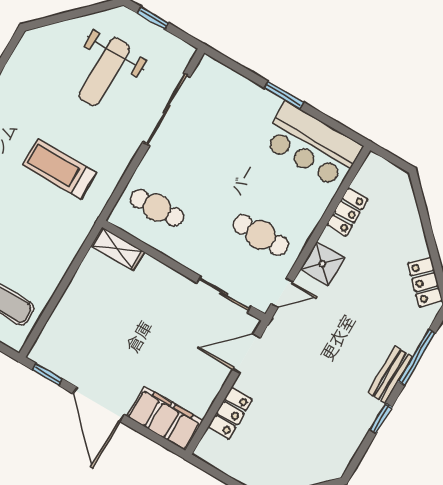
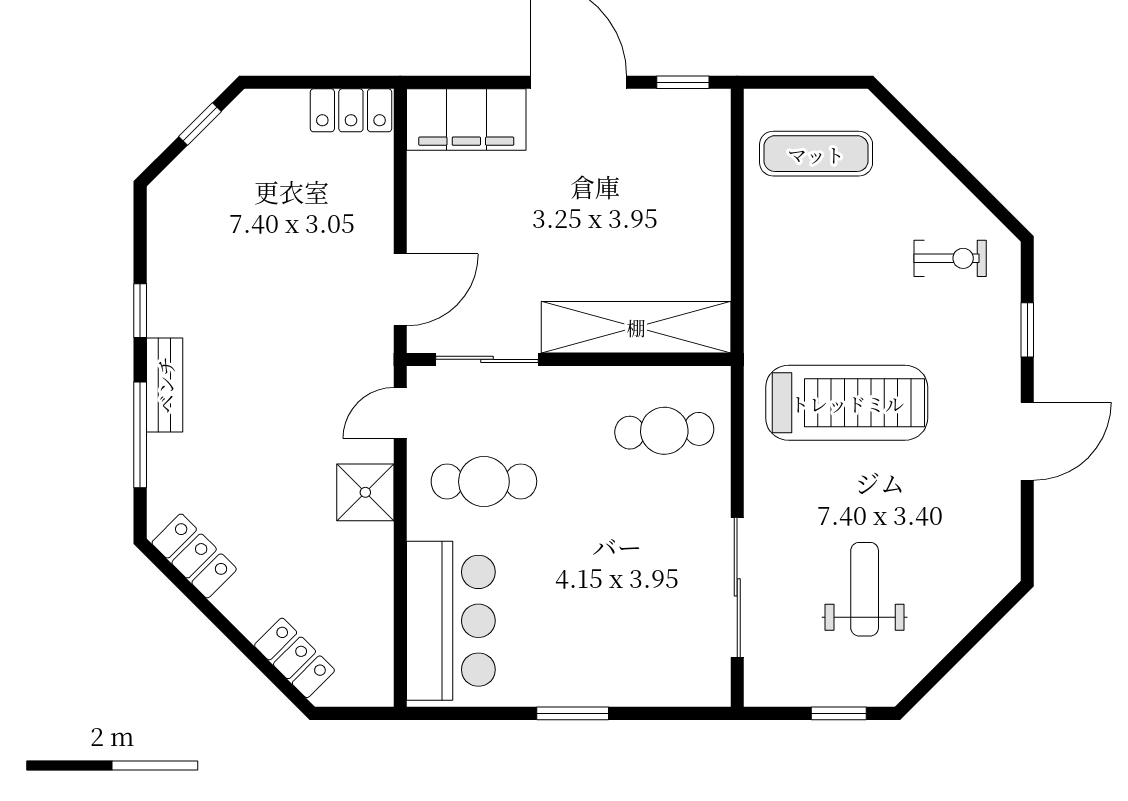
weight bench: (104, 72) -> (865, 589), width x0.73, depth x0.75
bar counter: (312, 145) -> (451, 621), moved, turned 90
treadmill: (59, 169) -> (847, 403), width x1.37, depth x1.37
locker: (347, 212) -> (295, 658), moved, turned 135
shelving: (118, 249) -> (636, 327), width x2.20, depth x1.33
locker: (230, 413) -> (351, 110), moved, turned -90

